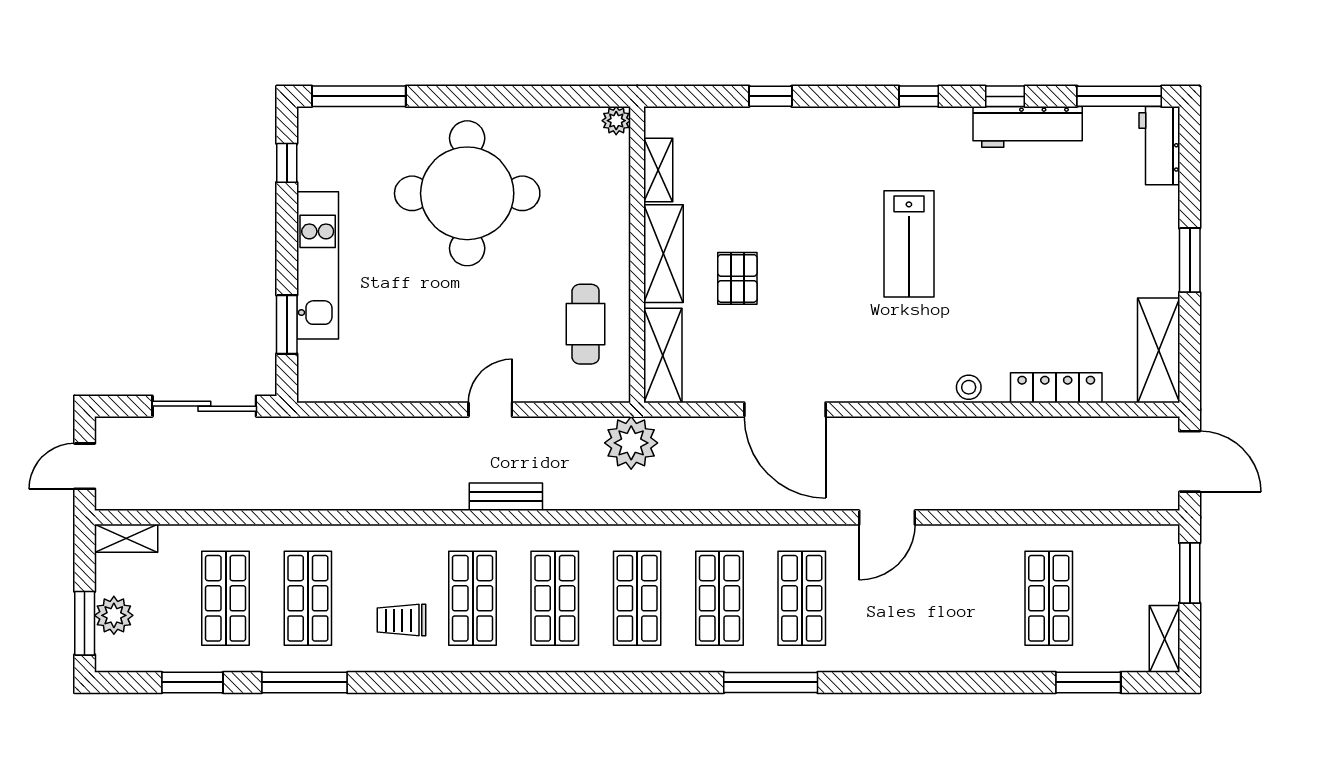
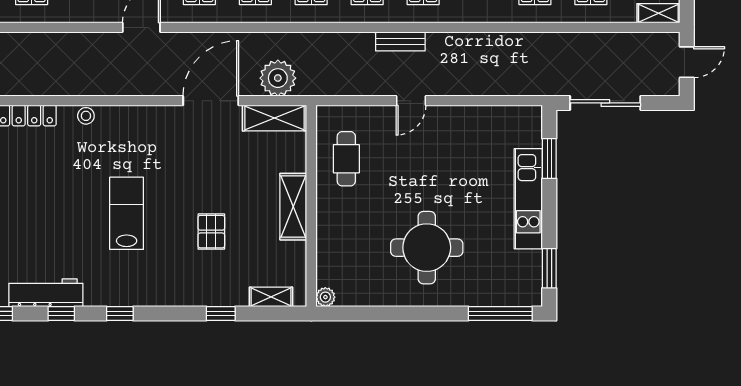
window: (287, 163) -> (549, 268), width x1.50
shelving: (658, 170) -> (271, 297), moved, turned 90
round table: (467, 193) -> (427, 248), width x0.73, depth x0.73
pallet: (737, 278) -> (211, 232), moved
shelving: (663, 355) -> (274, 118), moved, turned 90
door: (785, 410) -> (211, 101), hinge flipped
plant: (631, 443) -> (278, 78), moved

